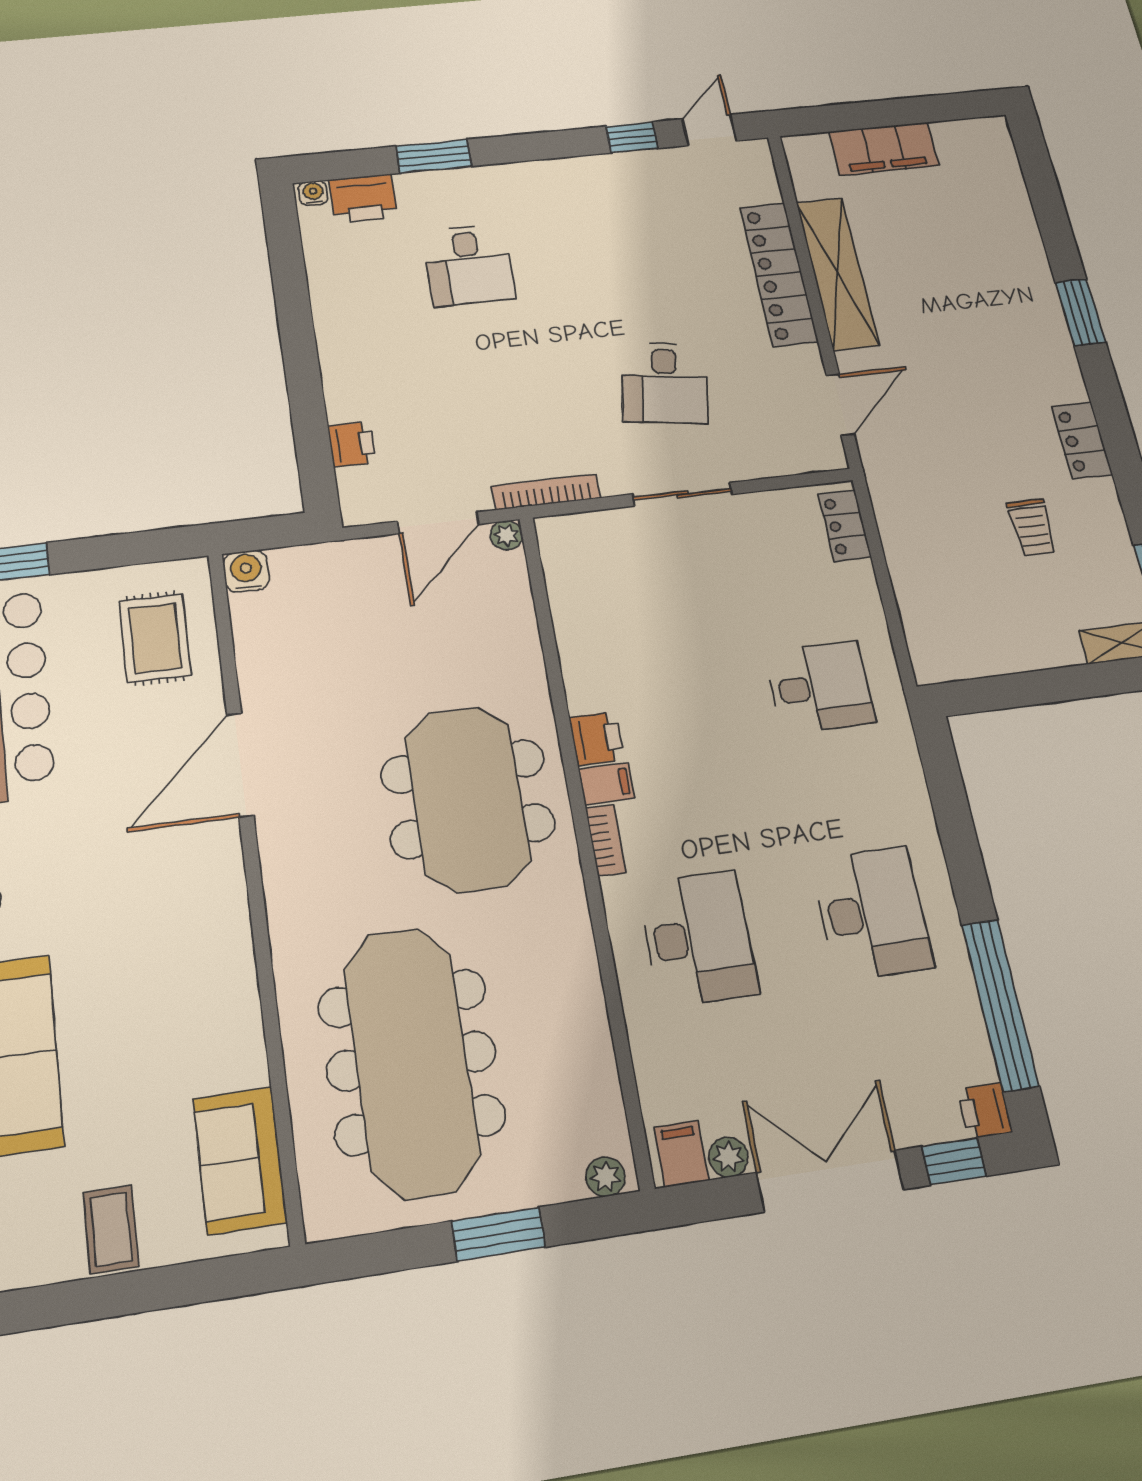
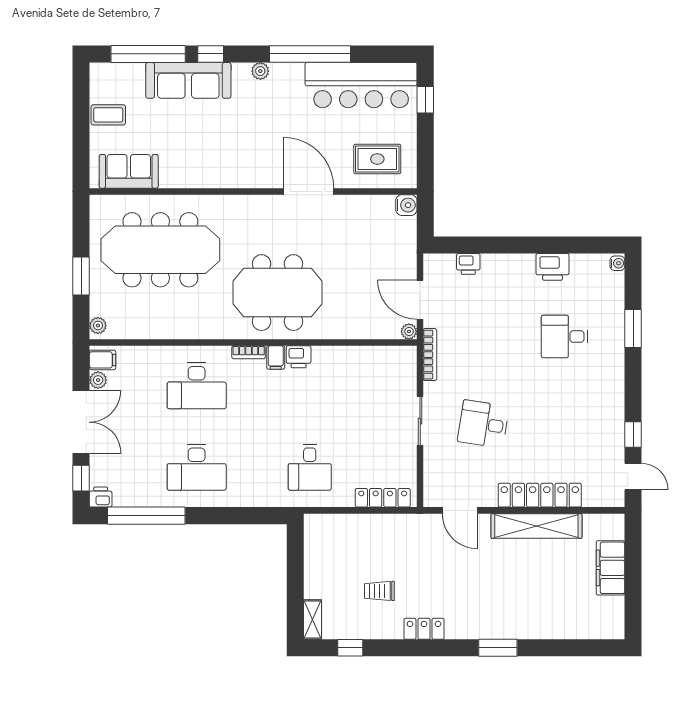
printer: (363, 198) -> (552, 267), moved, turned -90
locker: (845, 525) -> (383, 498), width x1.53

